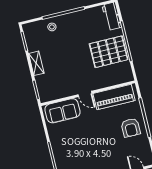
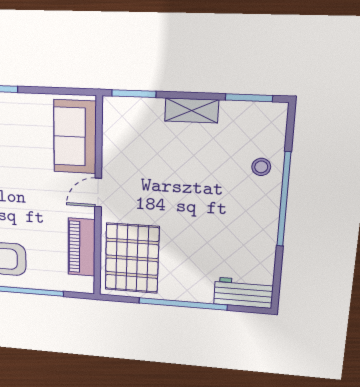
pallet: (109, 52) -> (132, 258), moved
piano: (114, 97) -> (82, 247), width x0.73, depth x0.75

